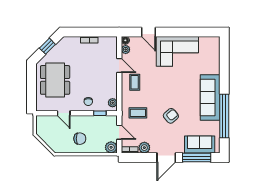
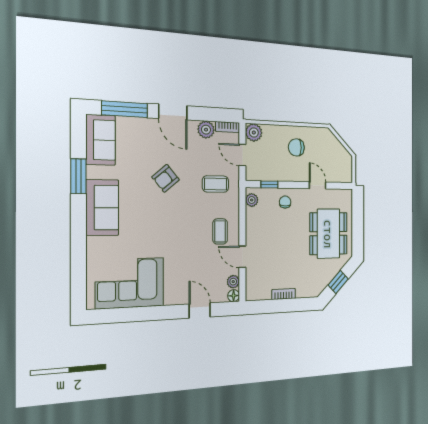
corner sofa: (177, 51) -> (130, 283), moved
sofa: (210, 97) -> (102, 208), width x0.73
window: (224, 116) -> (78, 176), width x0.47
sofa: (200, 145) -> (101, 140), moved, turned -90
door: (166, 158) -> (173, 112), swing flipped

